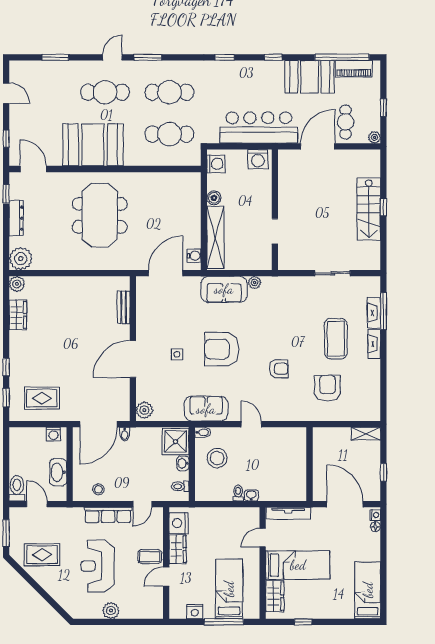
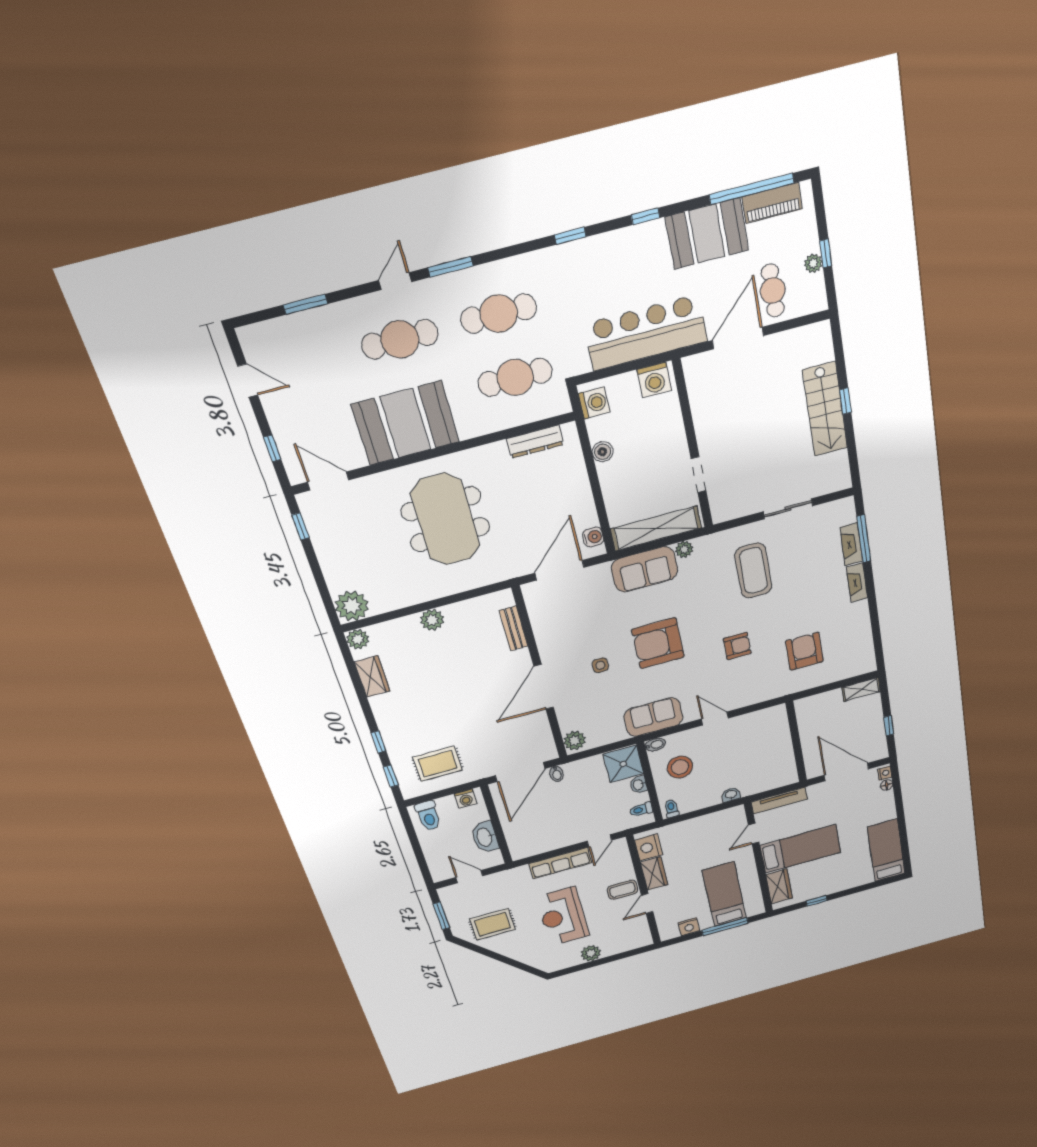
plant: (374, 137) -> (813, 263), moved
dresser: (16, 218) -> (535, 442), moved, turned 90
shelving: (215, 237) -> (656, 528), moved, turned 90
plant: (70, 284) -> (432, 620), added
coffee table: (336, 339) -> (753, 571), moved
toilet: (17, 488) -> (428, 816), moved, turned 180
stool: (98, 489) -> (541, 841), removed
toilet: (238, 493) -> (671, 809), moved

